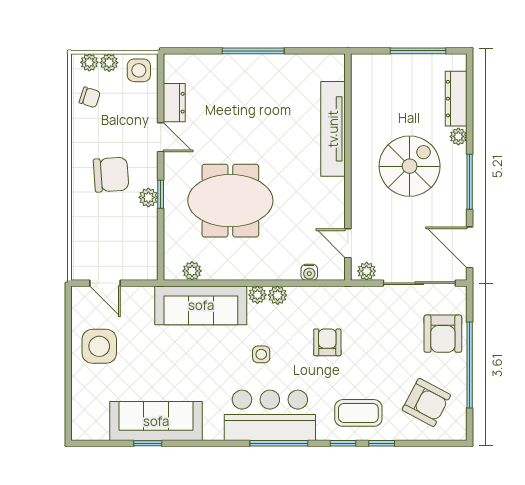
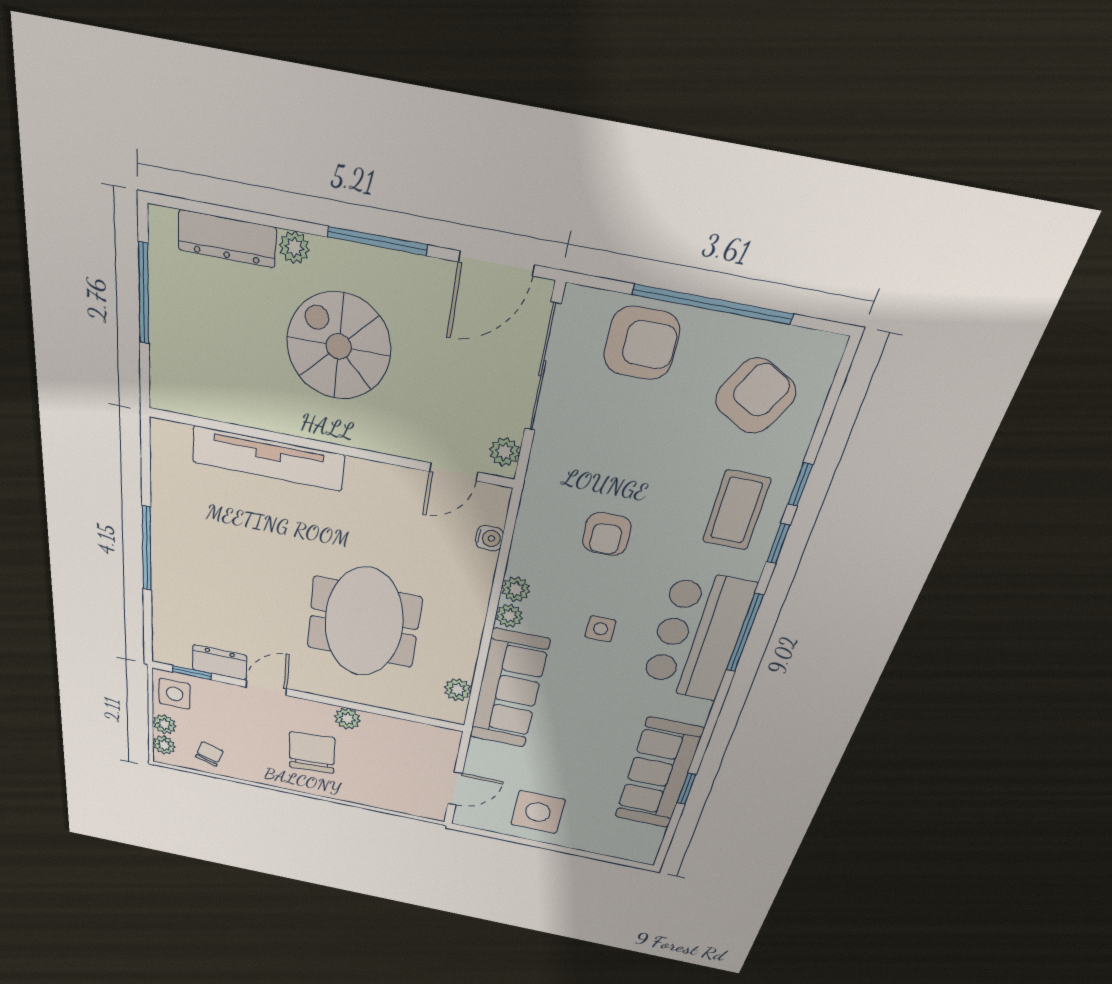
window: (161, 194) -> (192, 673), moved
armchair: (327, 342) -> (607, 534), turned -91

